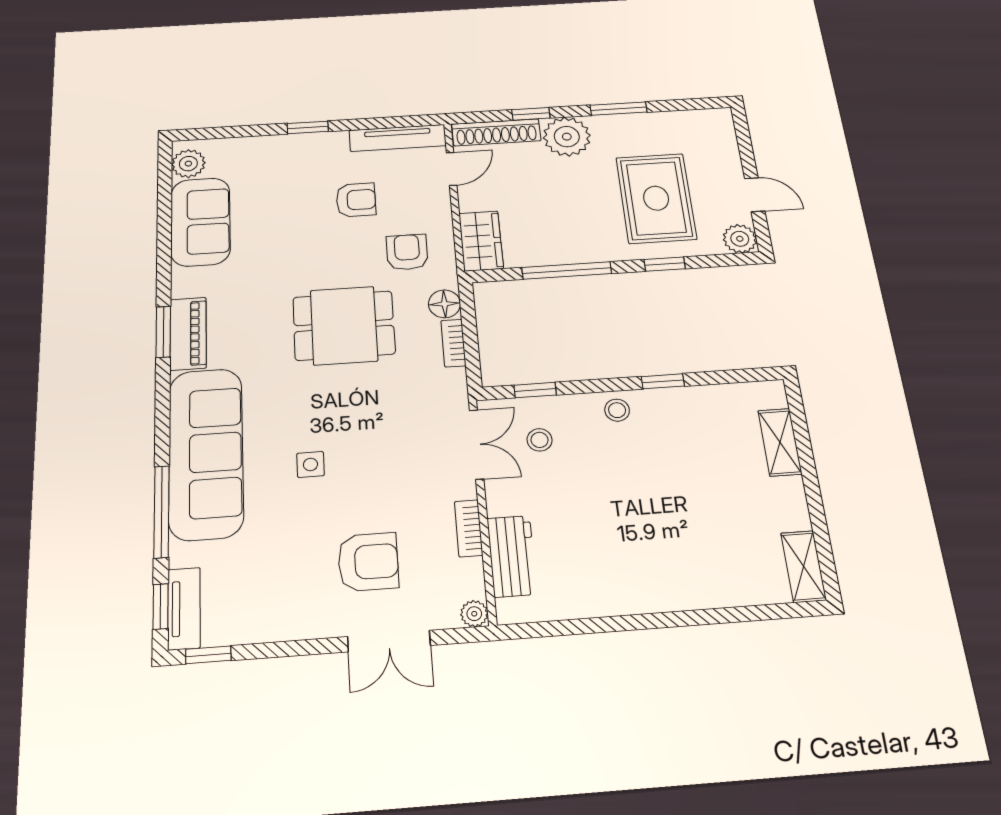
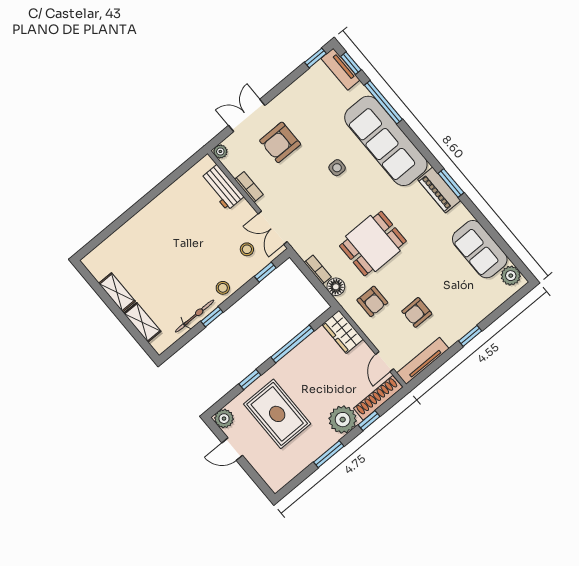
bicycle: (690, 399) -> (195, 316), added
shelving: (804, 566) -> (117, 292), moved

